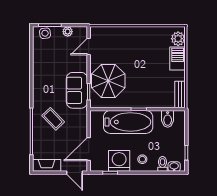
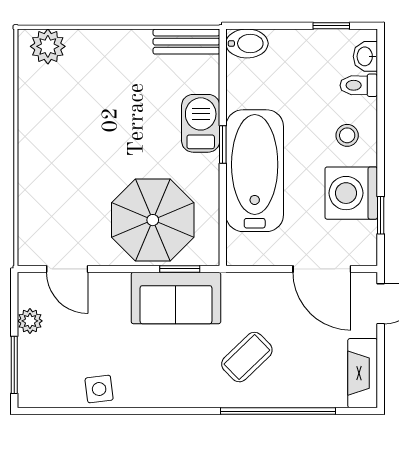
side table: (45, 33) -> (99, 389), moved
barbecue: (178, 58) -> (201, 123), moved, turned 90
bidet: (168, 119) -> (247, 43), moved

